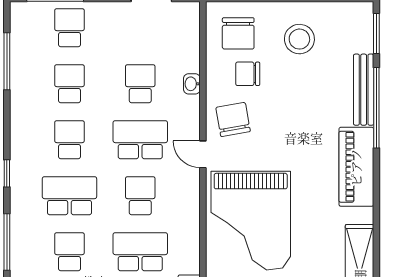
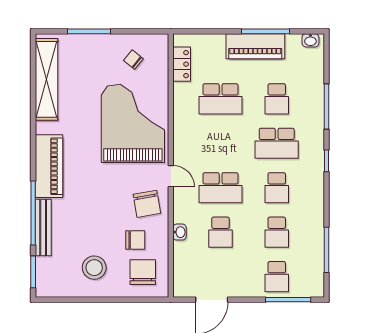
school desk: (140, 196) -> (221, 143), removed

